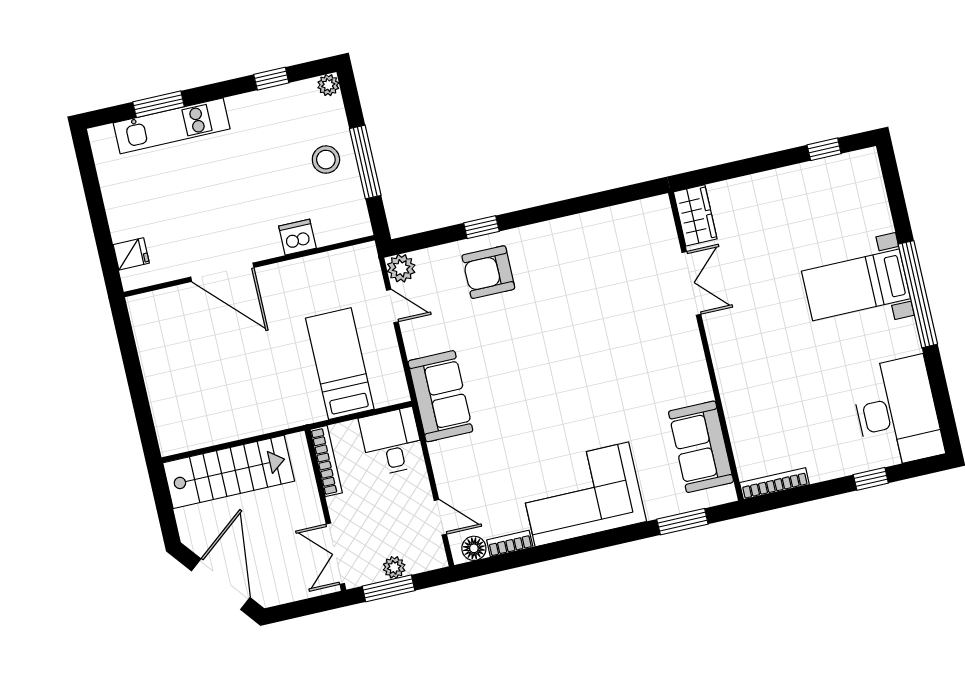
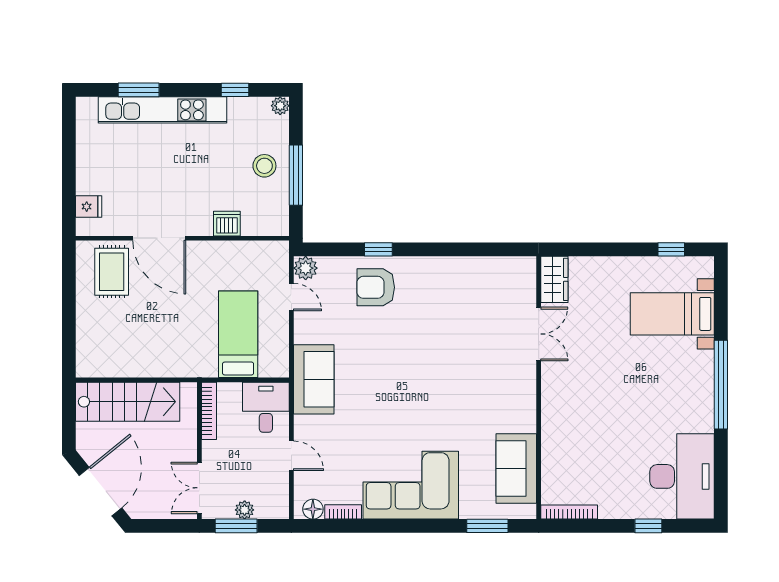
kitchen unit: (172, 126) -> (162, 110), width x1.36
bed with nightstands: (856, 285) -> (672, 314), moved
rug: (175, 324) -> (112, 272), added
door: (440, 517) -> (291, 456), moved

